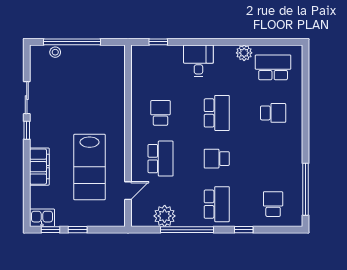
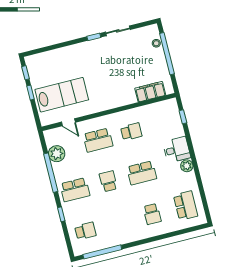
plant: (244, 53) -> (187, 166), moved
filing cabinet: (39, 167) -> (150, 92), moved, turned 180
lab bench: (90, 167) -> (62, 95), moved, turned 180
kitchen sink: (42, 218) -> (33, 64), removed

